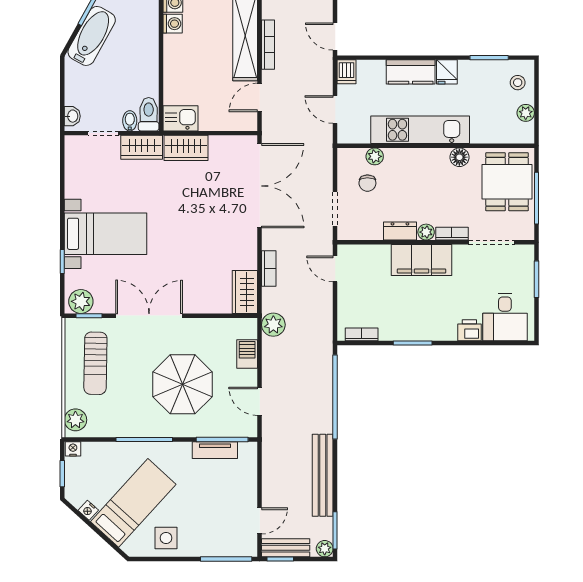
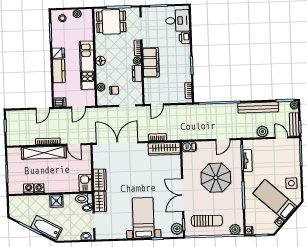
shower: (146, 58) -> (56, 201), added
floor lamp: (459, 157) -> (100, 61), moved
wardrobe: (245, 292) -> (164, 149), width x1.50
plant: (273, 325) -> (262, 131), moved
barbecue: (247, 354) -> (189, 147), moved

